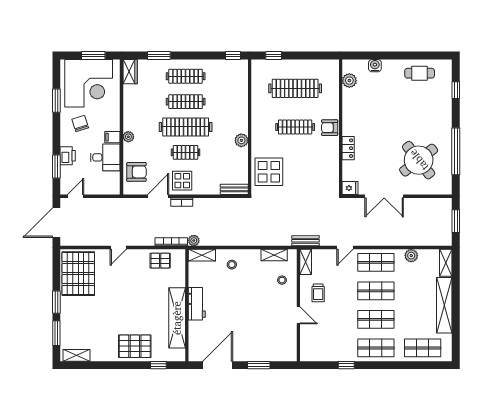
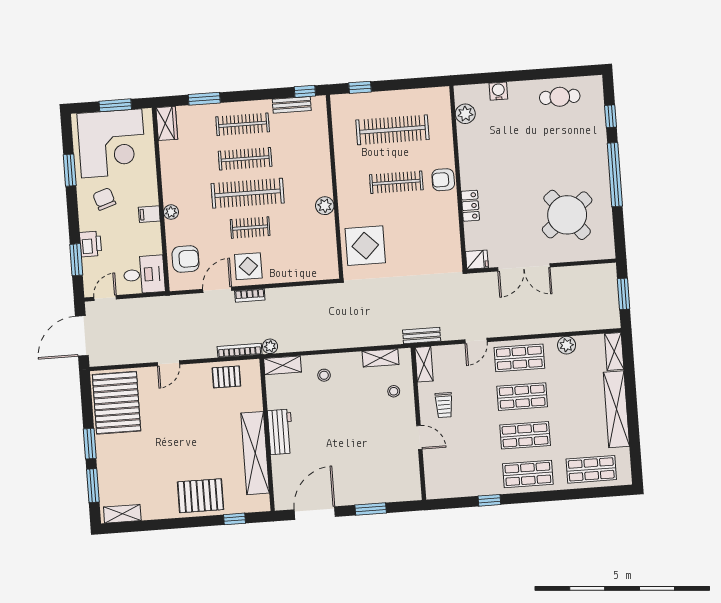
window: (456, 151) -> (615, 175), moved
desk: (105, 157) -> (144, 275), moved
bench: (234, 189) -> (292, 105), moved

